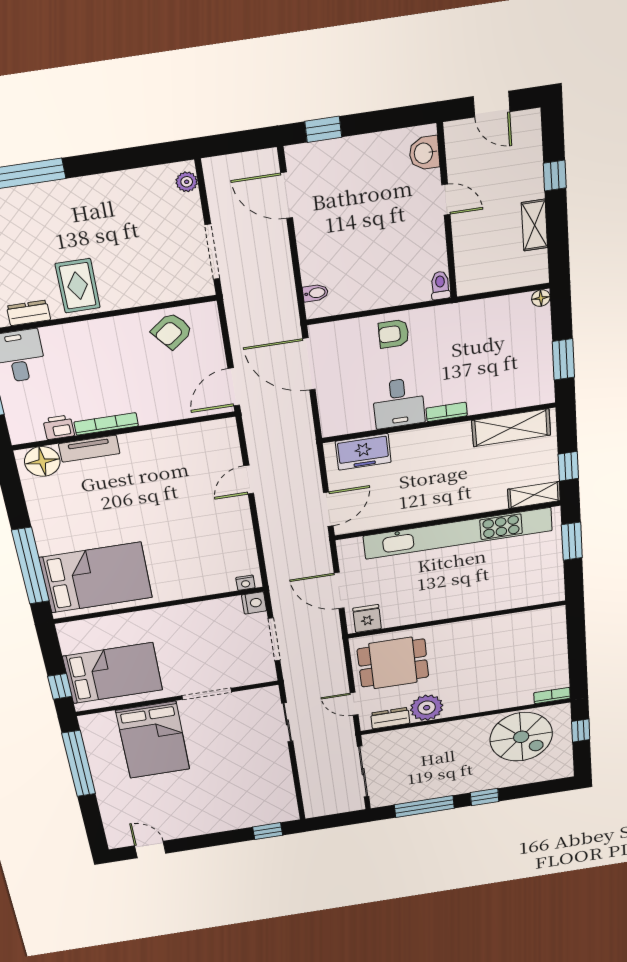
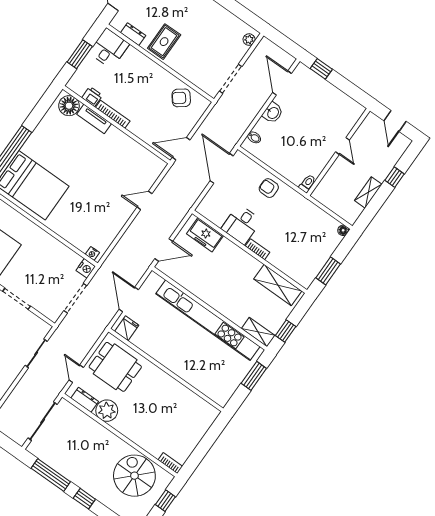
washbasin: (424, 153) -> (273, 113), moved, turned 180
spiral stairs: (521, 737) -> (134, 476), turned 180

